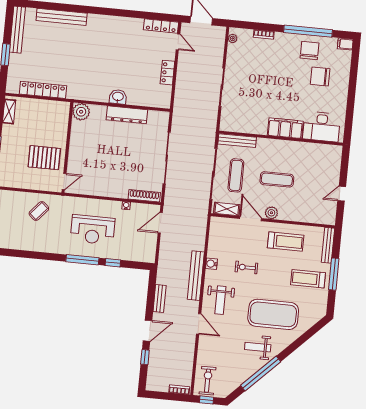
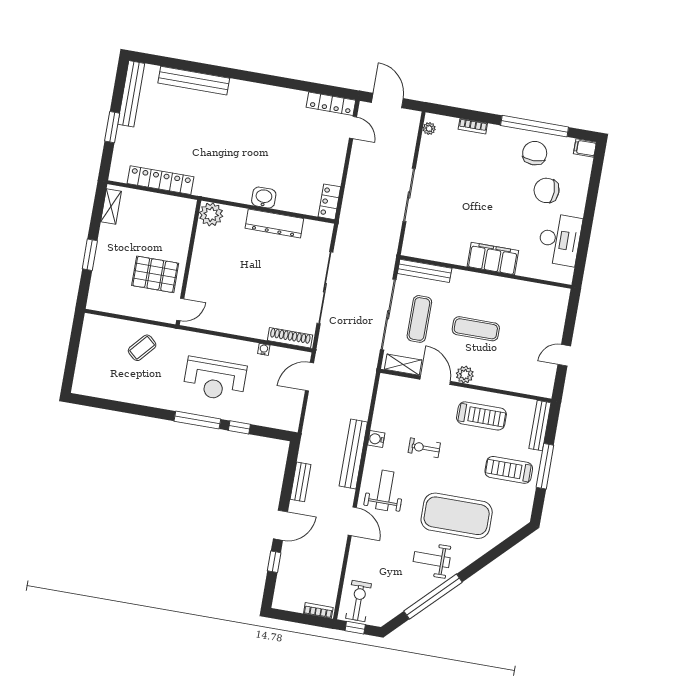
locker: (167, 73) -> (329, 202), moved
desk: (322, 127) -> (560, 240), moved, turned -90
weight bench: (220, 300) -> (385, 490), turned 180

